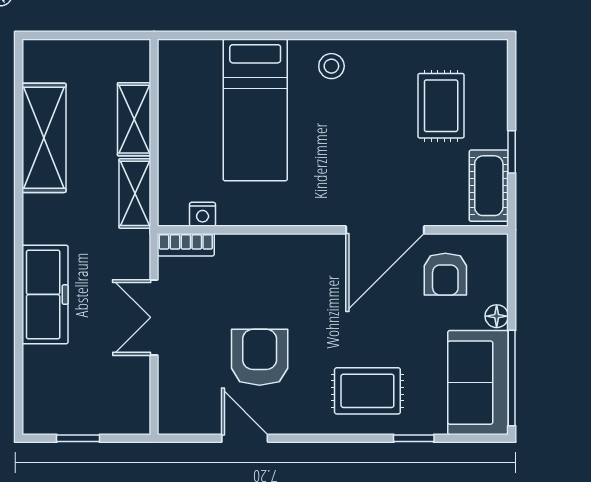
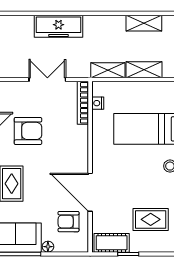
shelving: (44, 138) -> (144, 23), width x0.67, depth x0.75
bookcase: (186, 245) -> (83, 103), width x1.56

